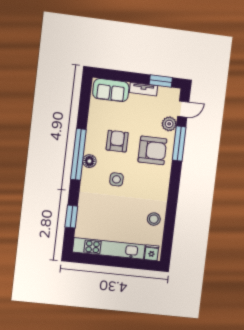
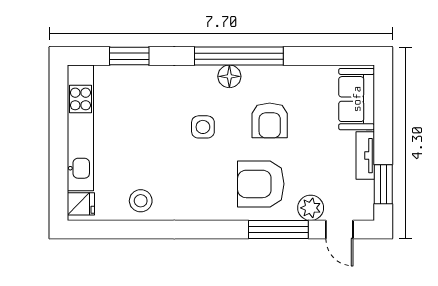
armchair: (117, 141) -> (270, 120), turned 90
armchair: (152, 150) -> (261, 184), turned 90

